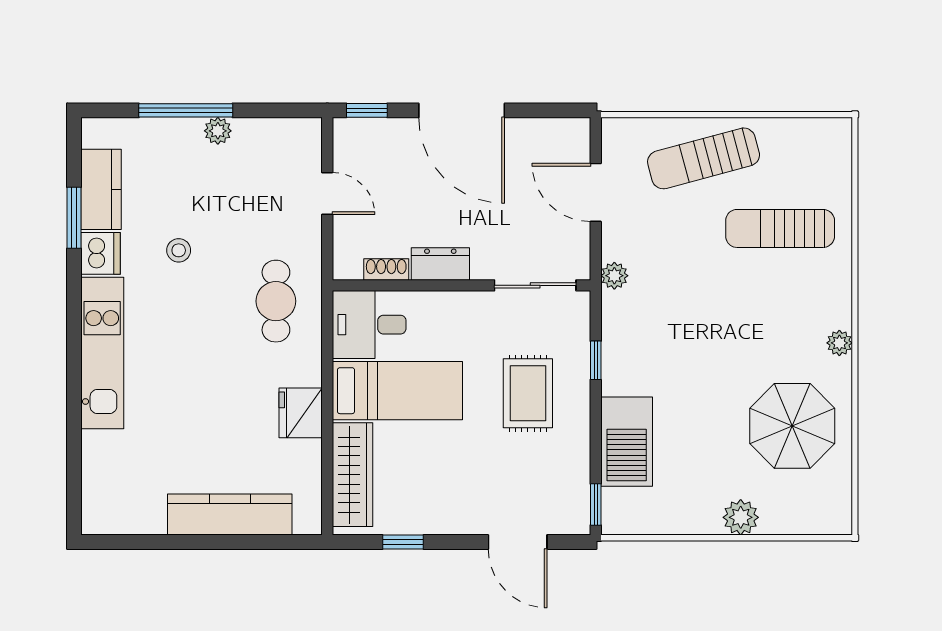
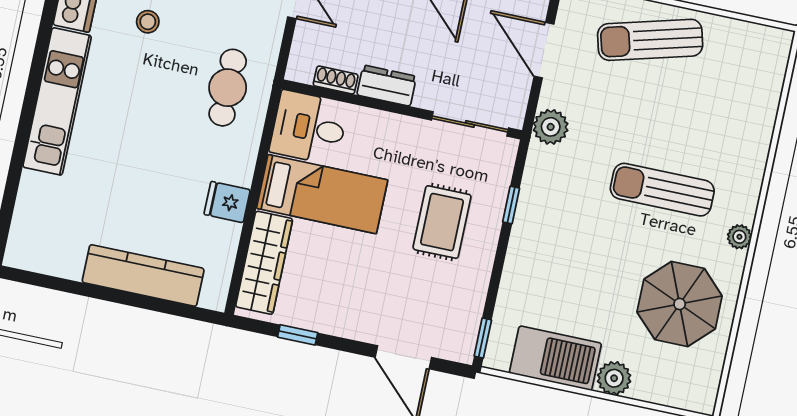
sun lounger: (780, 228) -> (662, 190), moved
plant: (614, 276) -> (551, 127), width x1.38, depth x1.38
fridge: (301, 413) -> (227, 202), width x0.72
barbecue: (627, 442) -> (555, 358), moved, turned -90

